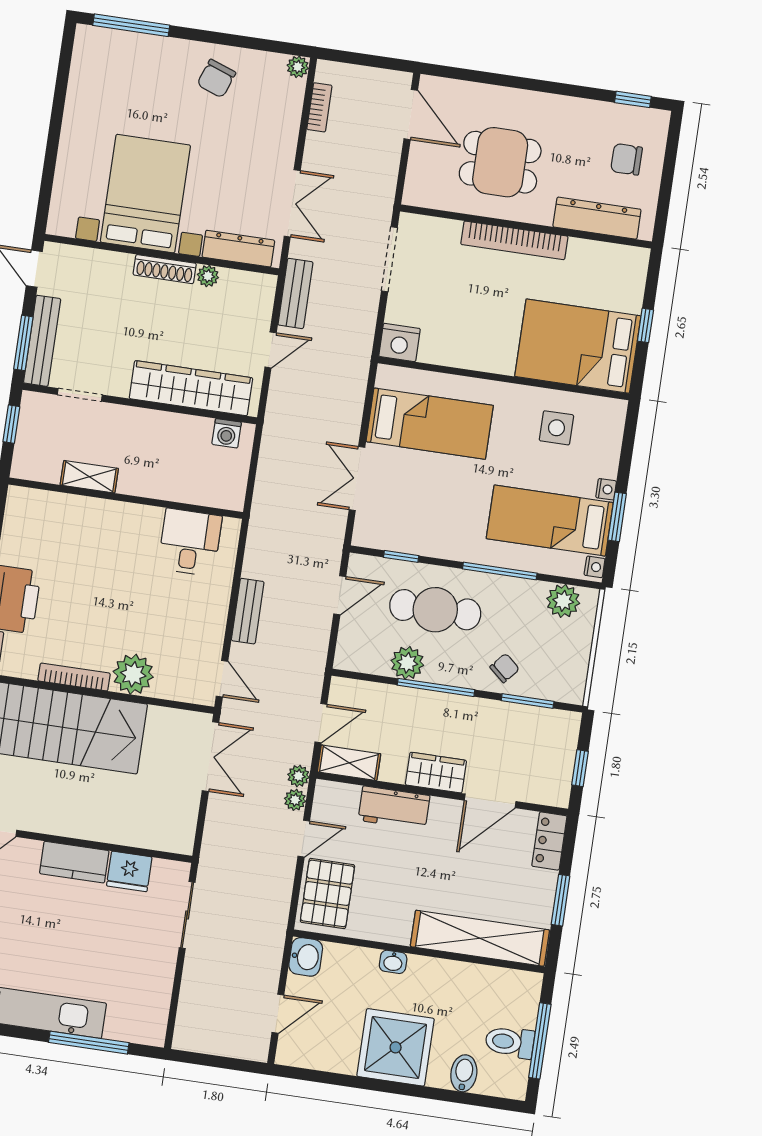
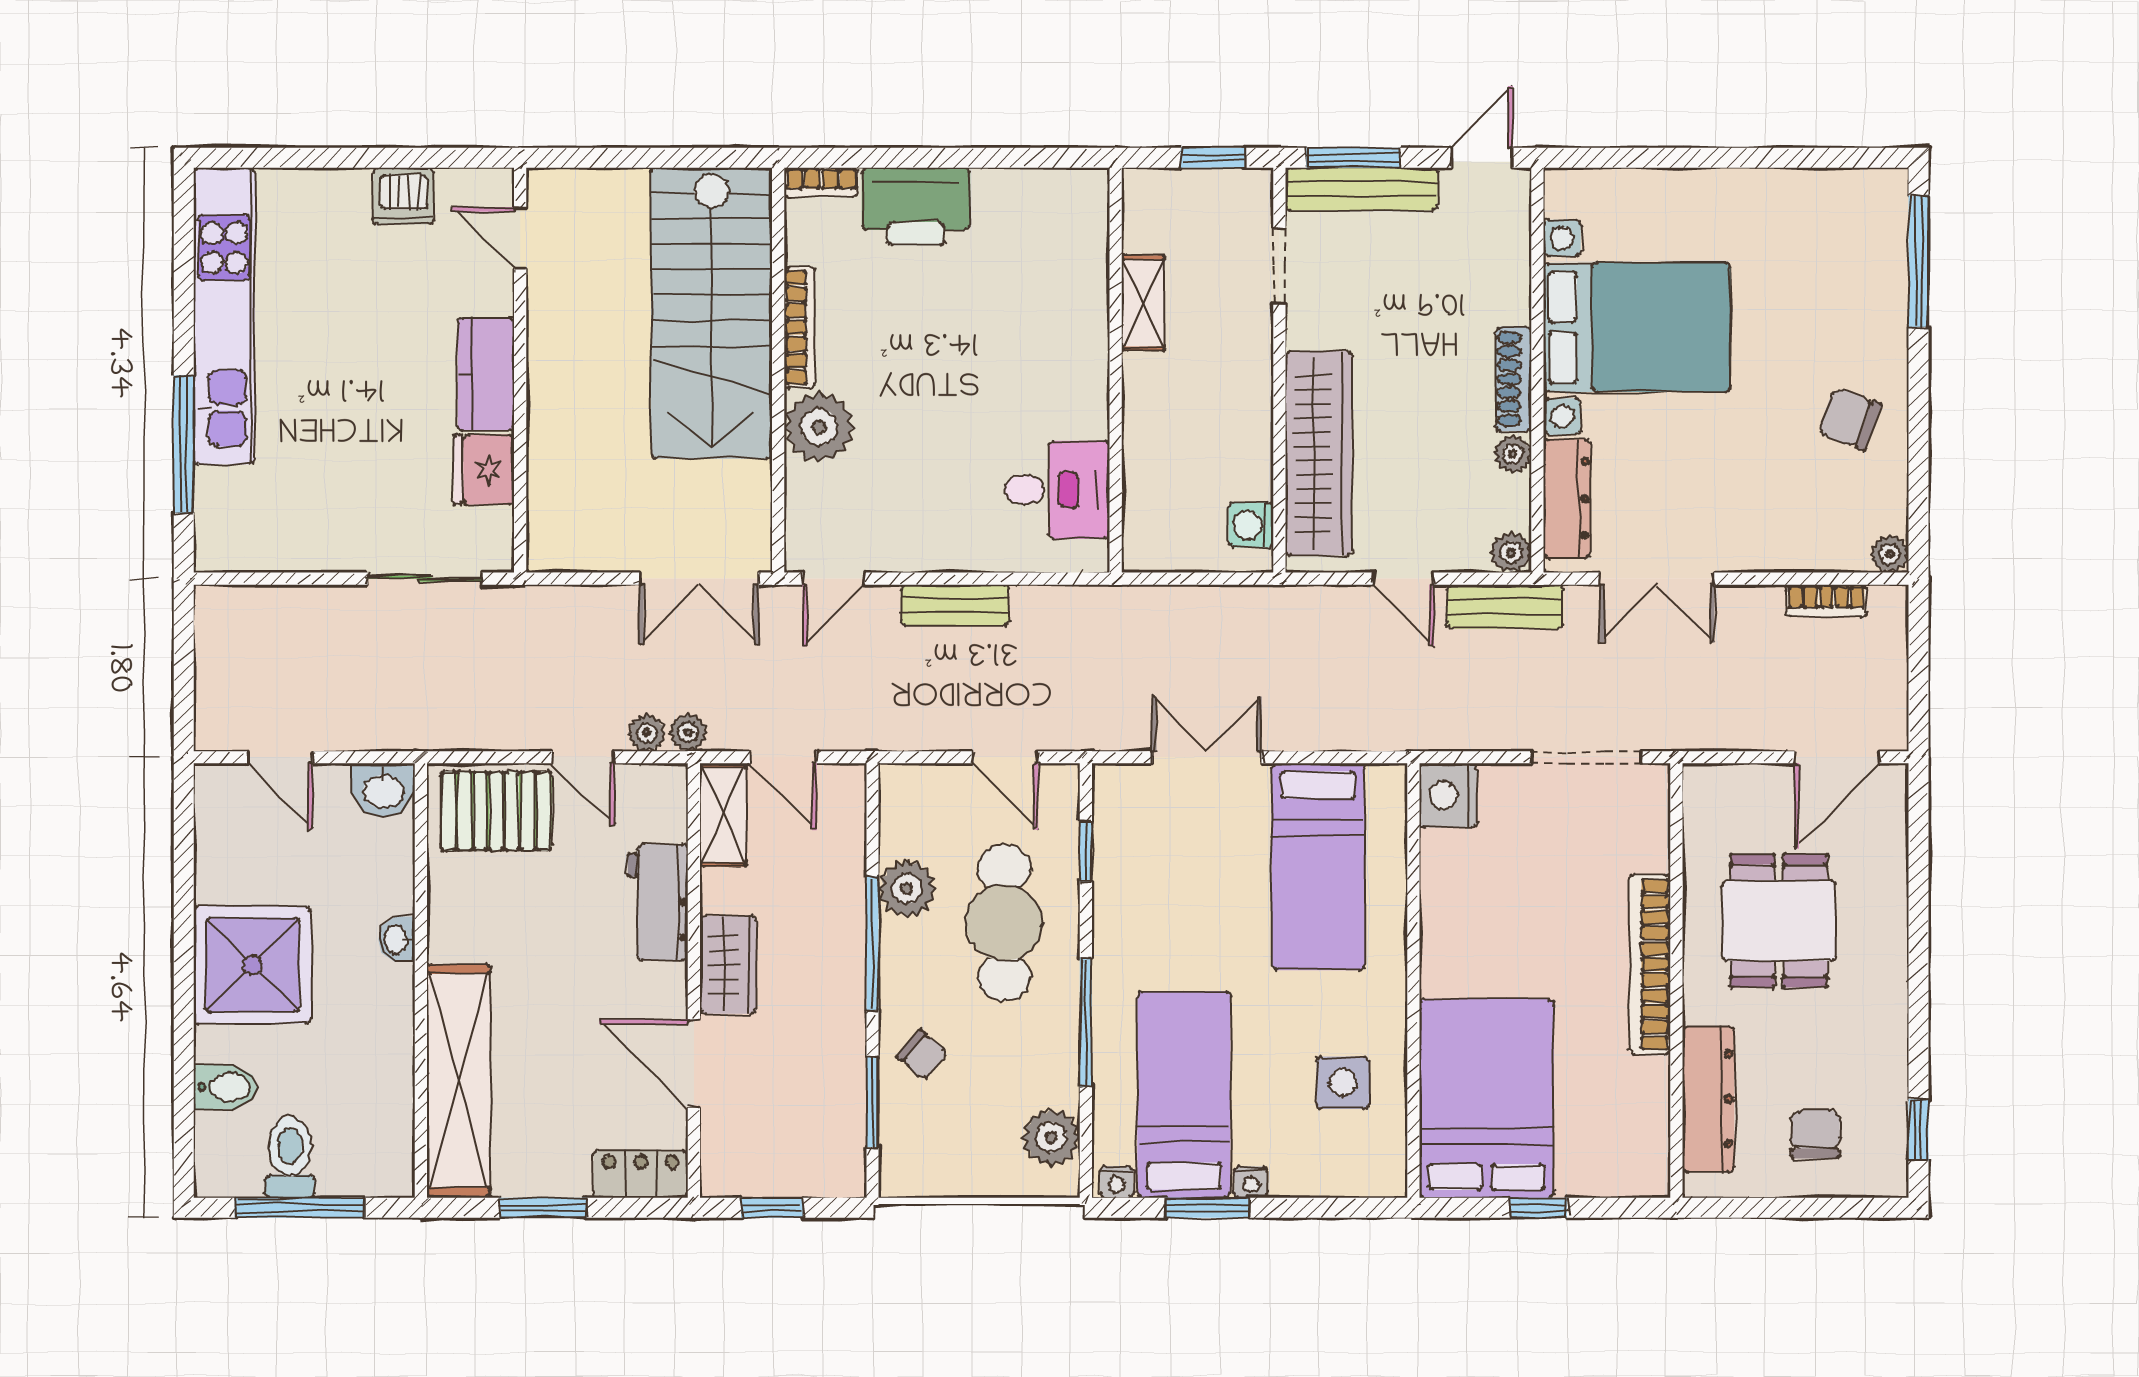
plant: (265, 285) -> (1511, 552), added

